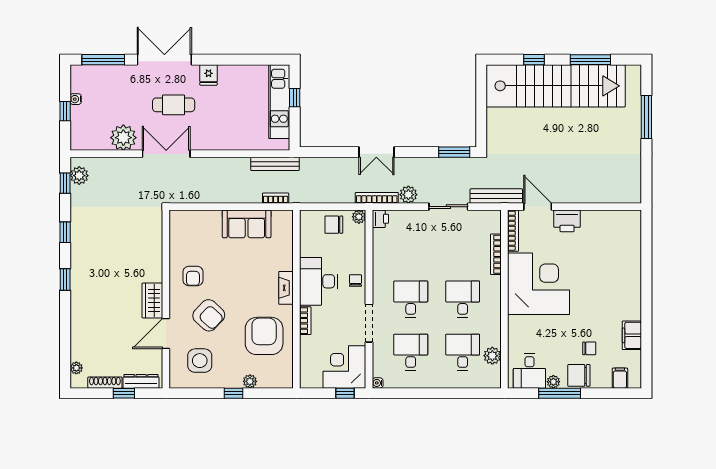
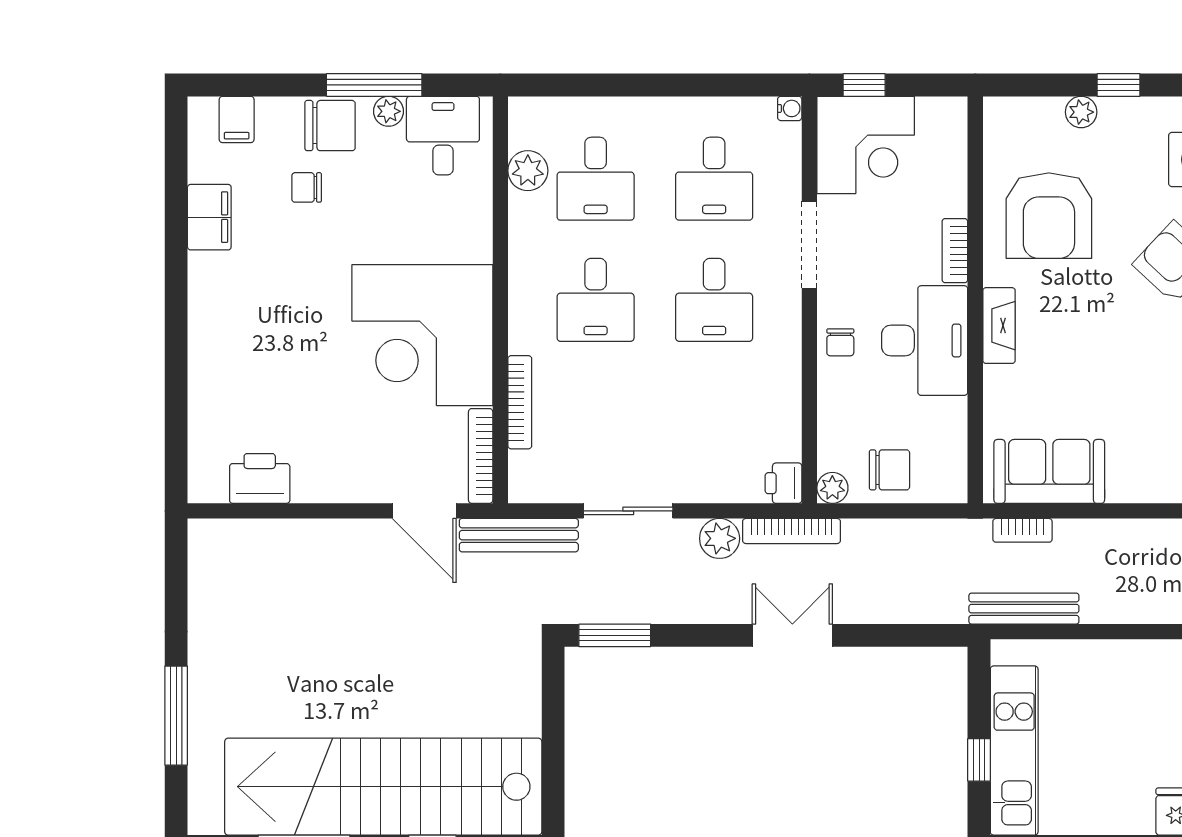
printer: (567, 221) -> (260, 478), moved
sofa: (247, 224) -> (1049, 471), moved

